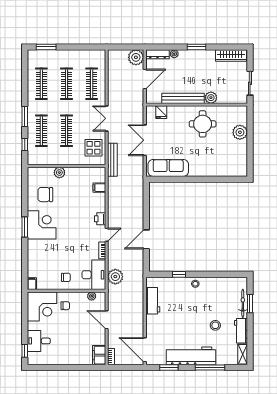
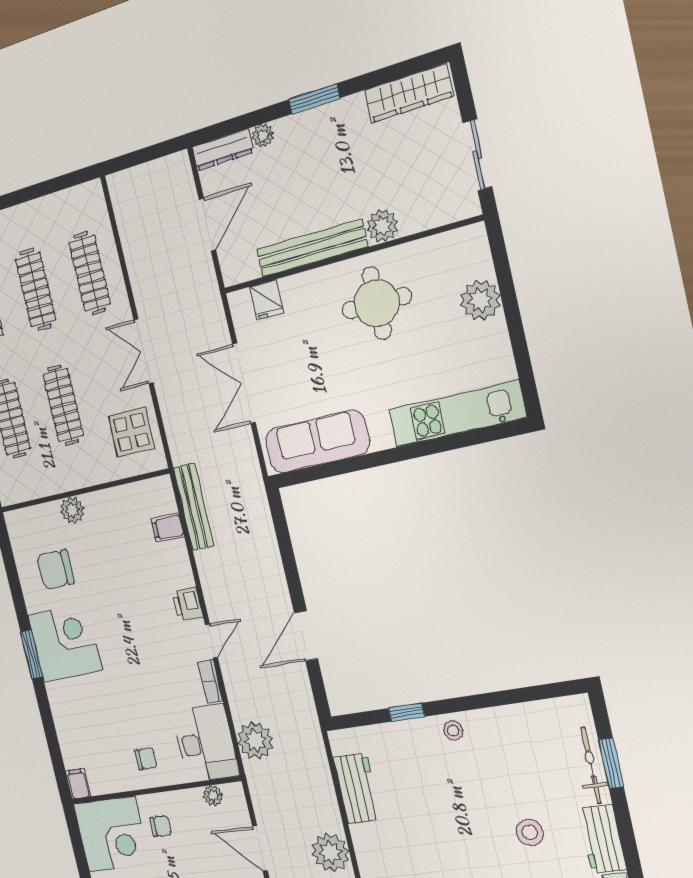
plant: (136, 57) -> (331, 853), moved
bench: (112, 160) -> (194, 507), moved
kitchen unit: (223, 170) -> (457, 414), added

